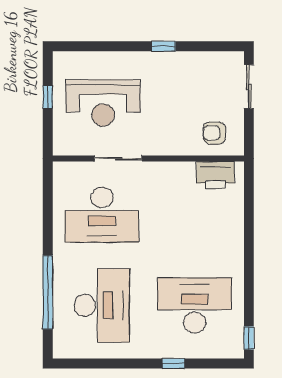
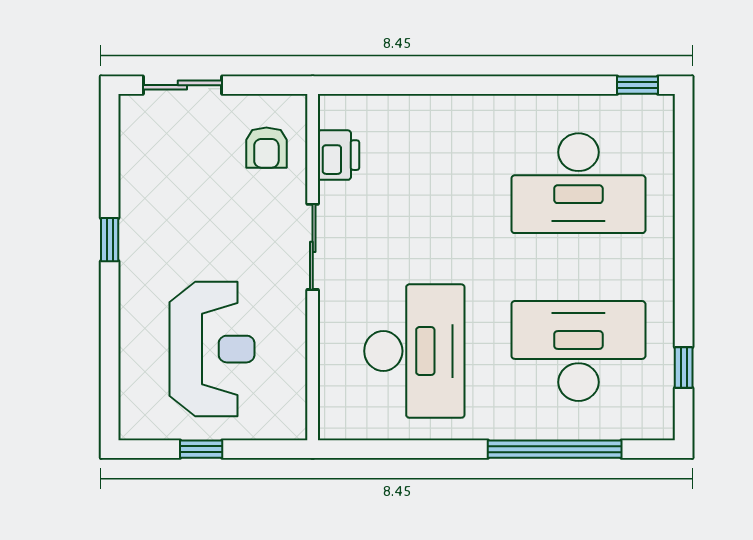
sliding door: (118, 158) -> (313, 247), moved
printer: (215, 175) -> (338, 155), width x0.73, depth x0.84
desk: (195, 305) -> (578, 183), turned -90
window: (174, 363) -> (684, 367), moved

